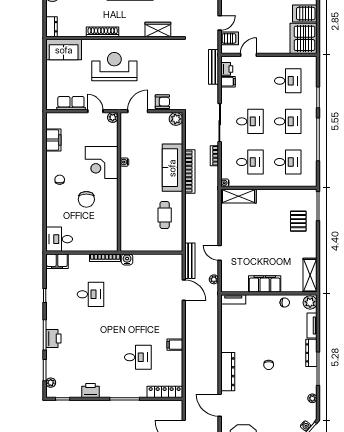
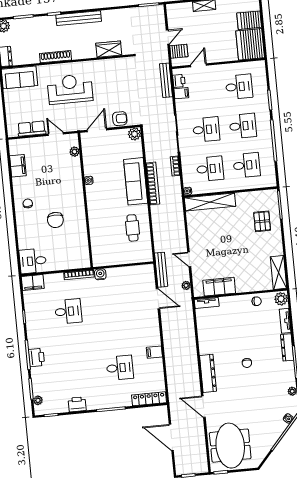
plant: (113, 117) -> (75, 152), moved
corner desk: (102, 163) -> (67, 183), removed
shelving: (239, 196) -> (210, 202), width x1.47
filing cabinet: (265, 284) -> (219, 287), moved

